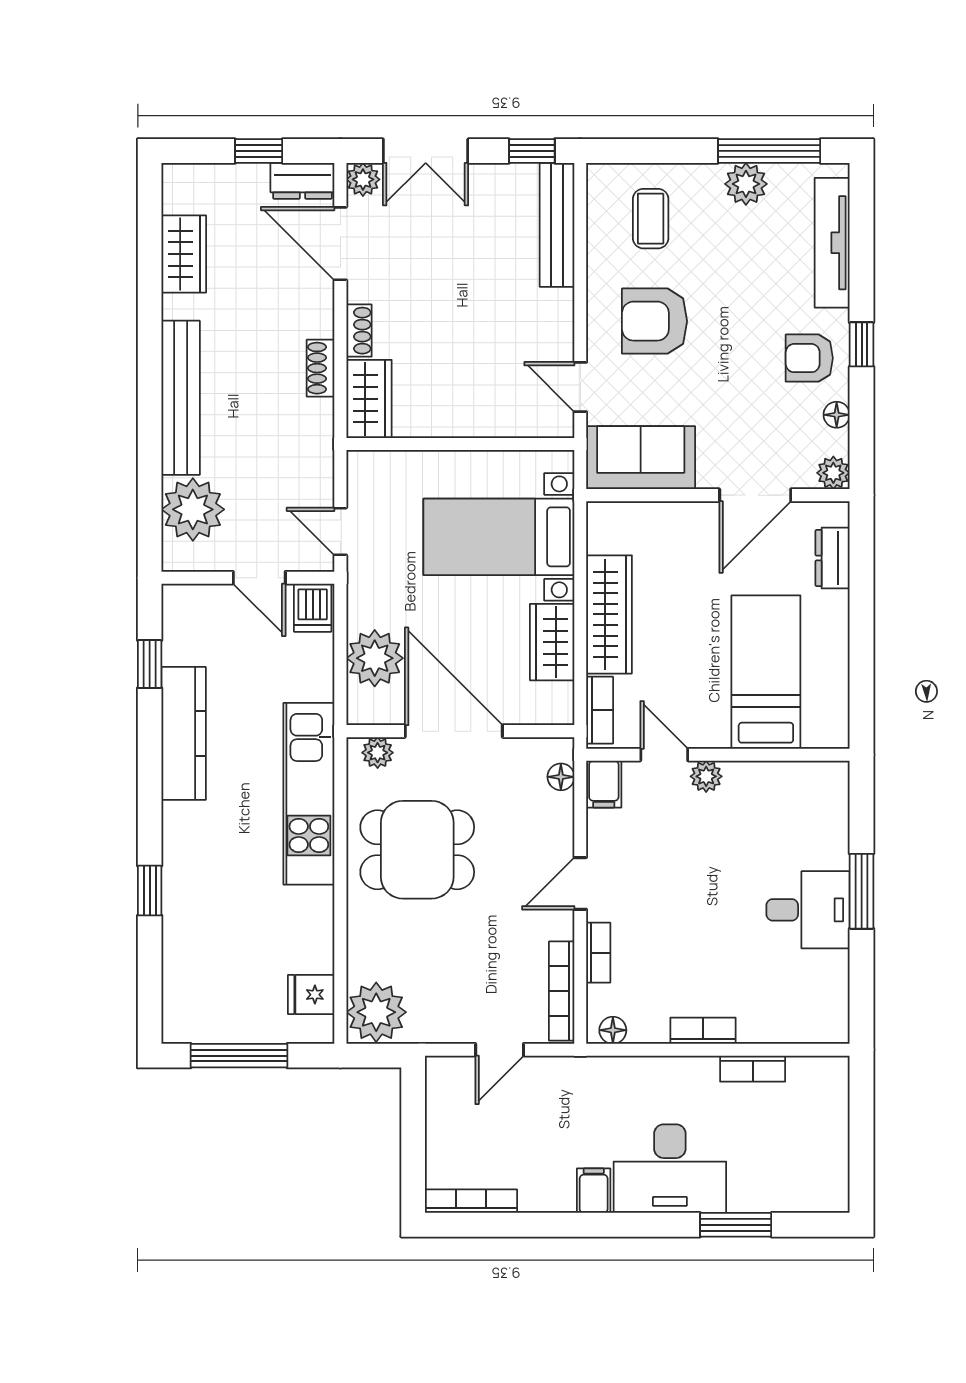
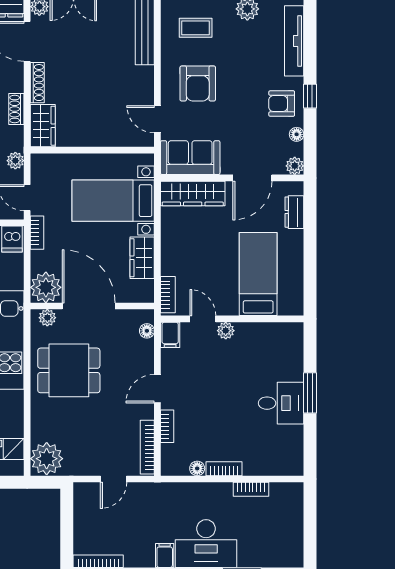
coffee table: (651, 219) -> (196, 28), turned 90
armchair: (655, 321) -> (198, 83), turned -90
shoe rack: (359, 331) -> (37, 83), width x1.43
plant: (319, 463) -> (15, 161), added
bookcase: (359, 596) -> (37, 233), added
wardrobe: (609, 614) -> (193, 194), moved, turned 90
plant: (375, 658) -> (46, 287), moved
floor lamp: (613, 1030) -> (197, 468), moved

